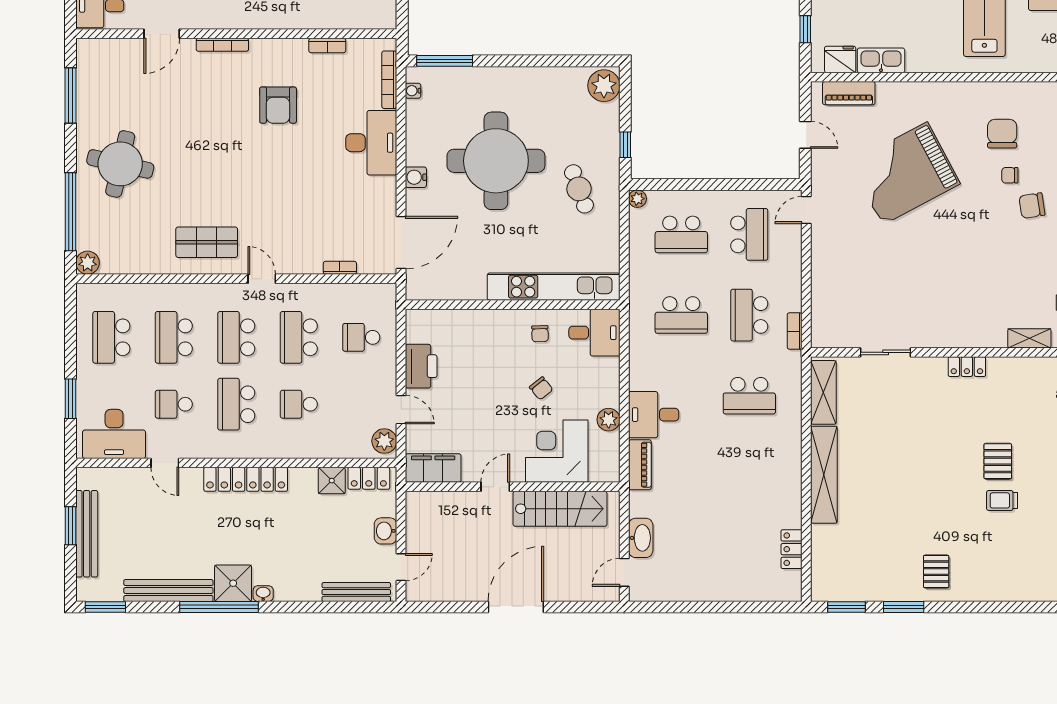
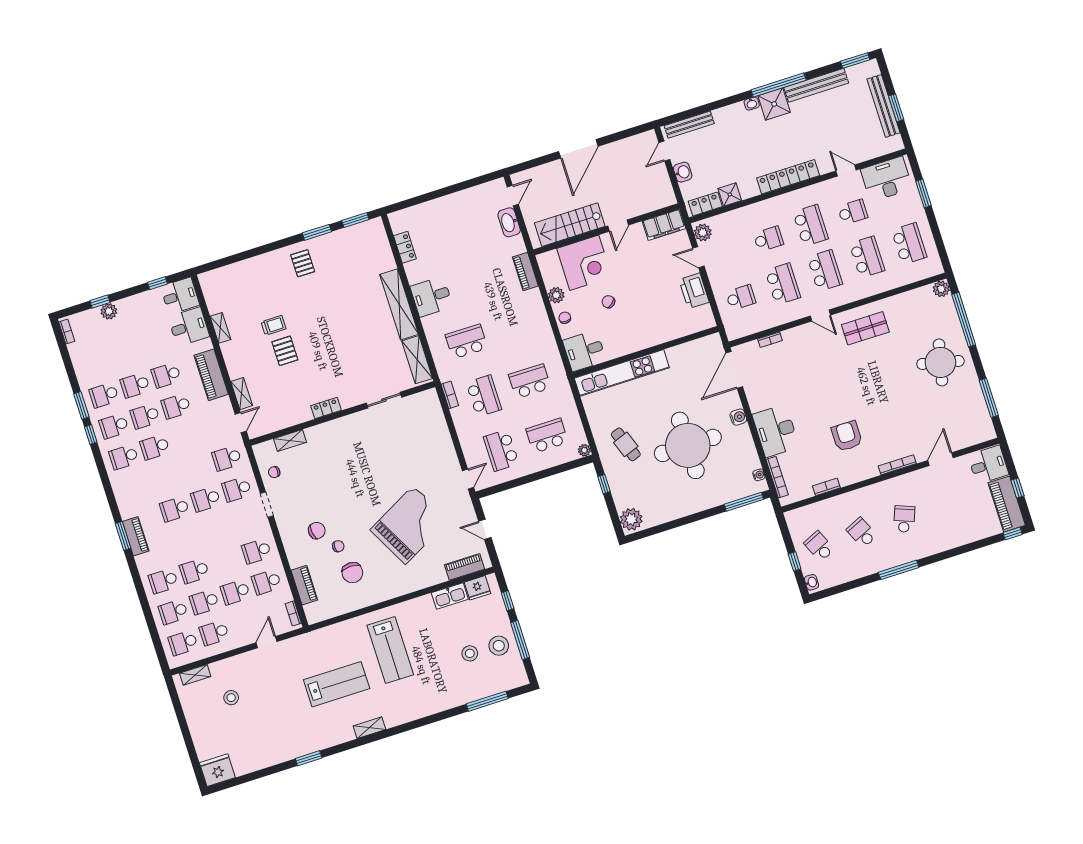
chair: (540, 334) -> (565, 318), moved
desk: (654, 415) -> (432, 297), moved, turned 180

